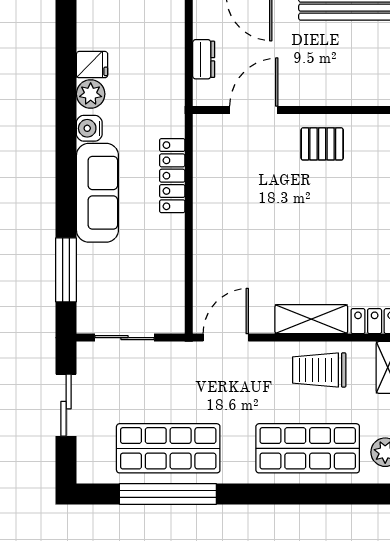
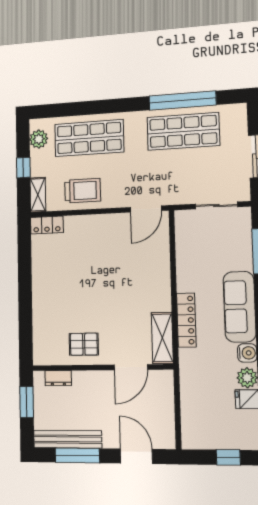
dresser: (204, 59) -> (58, 378), moved, turned -90
shelving: (311, 319) -> (162, 338), moved, turned 90

